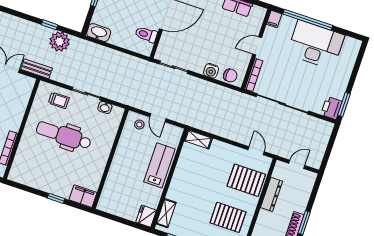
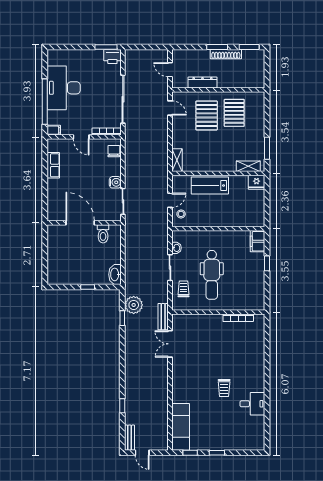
water cooler: (211, 71) -> (115, 182), moved
door: (256, 151) -> (170, 108), swing flipped
pallet: (246, 180) -> (207, 115), moved

